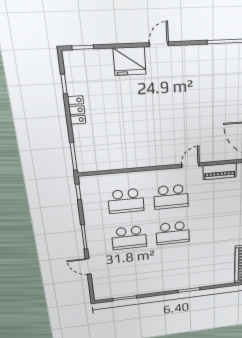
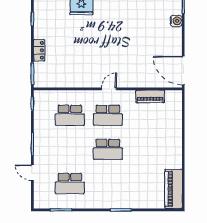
locker: (77, 110) -> (39, 50), moved
door: (190, 165) -> (109, 89), moved
school desk: (129, 238) -> (70, 183), moved

